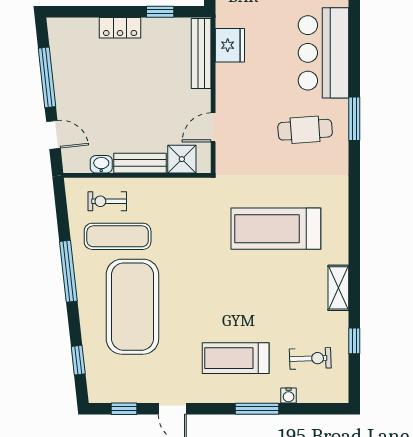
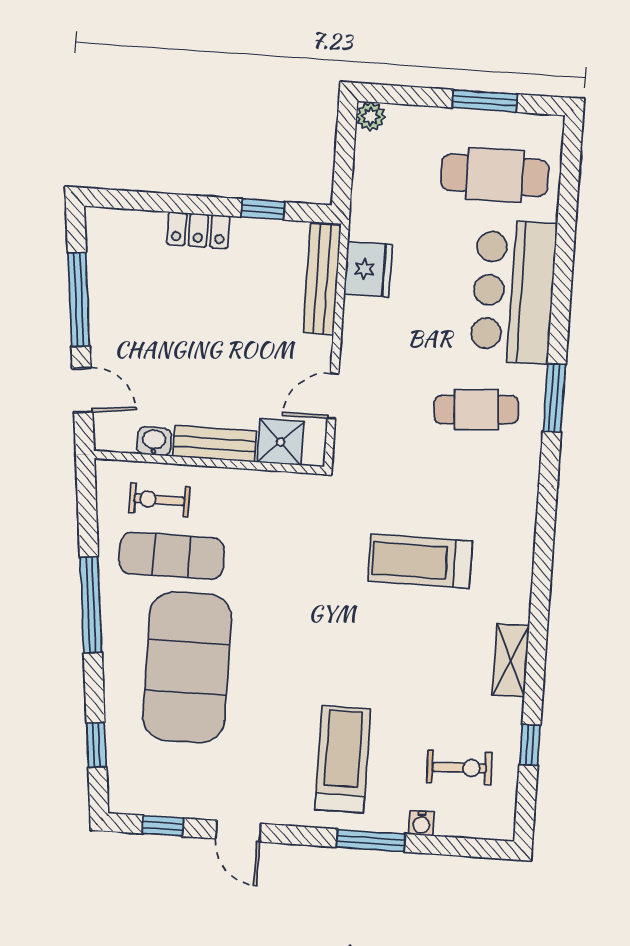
treadmill: (276, 229) -> (420, 561), width x0.73, depth x0.73
treadmill: (236, 358) -> (343, 759), turned 90

